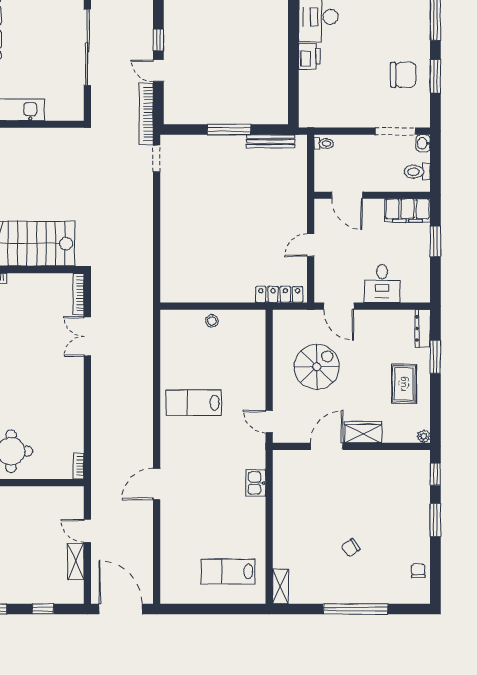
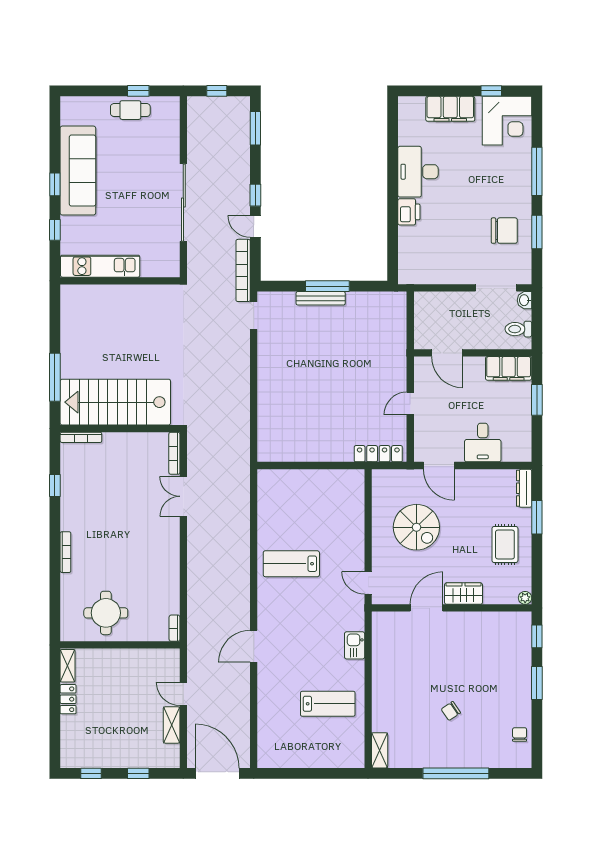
bench: (271, 141) -> (321, 298), moved
toilet: (324, 144) -> (423, 300), removed
stool: (212, 321) -> (310, 481), removed
spiral stairs: (317, 367) -> (416, 527), turned 90
lab bench: (228, 571) -> (328, 704), moved, turned 180

